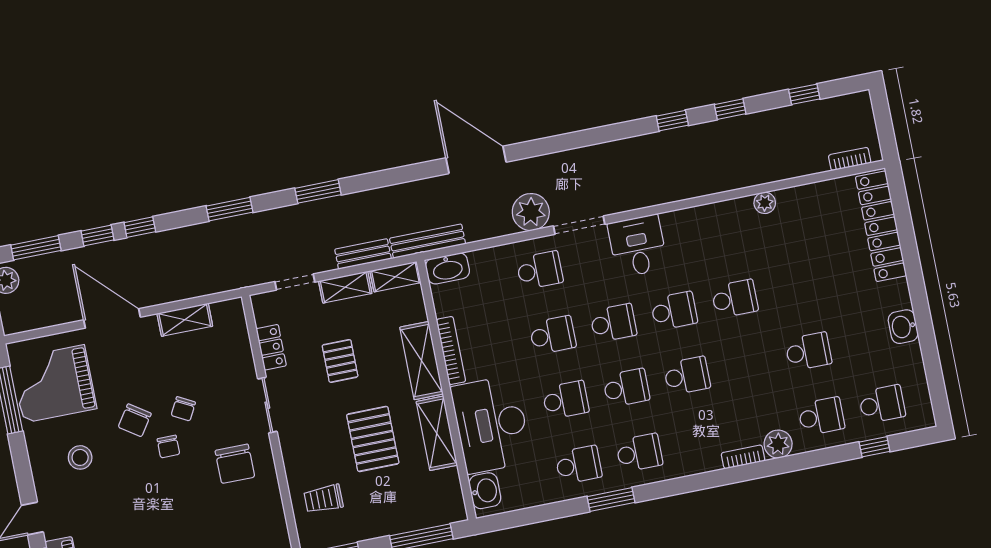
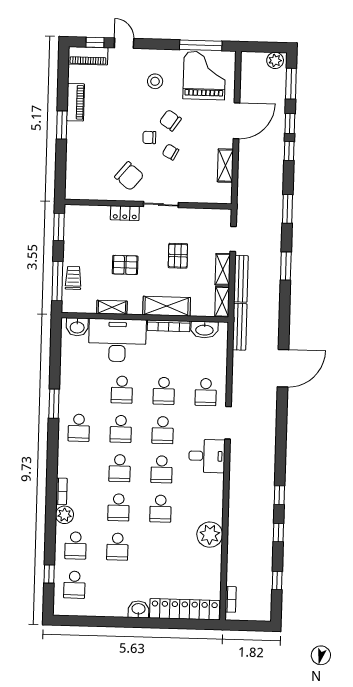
plant: (765, 203) -> (210, 535), width x1.88, depth x1.88
plant: (531, 212) -> (243, 395), removed
bench: (363, 254) -> (241, 279), width x1.36
washbasin: (447, 268) -> (204, 330), moved, turned -90
washbasin: (903, 327) -> (138, 609), moved
locker: (271, 347) -> (125, 213), moved
pallet: (340, 361) -> (178, 256), turned 90
shelving: (437, 433) -> (112, 307), width x0.67, depth x0.75
pallet: (373, 439) -> (125, 265), width x0.67, depth x0.71
chair: (235, 464) -> (129, 176), turned -140
school desk: (579, 465) -> (119, 507), moved
trolley: (323, 499) -> (73, 278), moved

